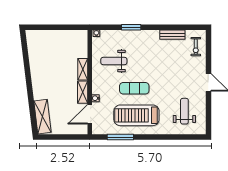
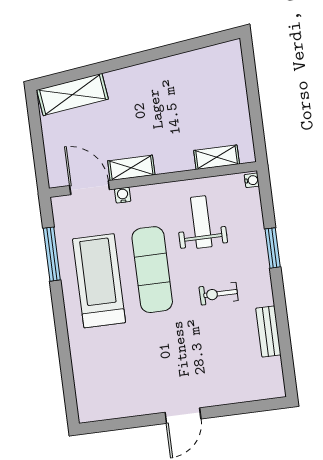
exercise bike: (196, 47) -> (219, 294), moved
shelving: (83, 69) -> (217, 157), moved
exercise mat: (134, 88) -> (152, 270), width x1.36, depth x1.45
weight bench: (184, 111) -> (119, 375), removed

